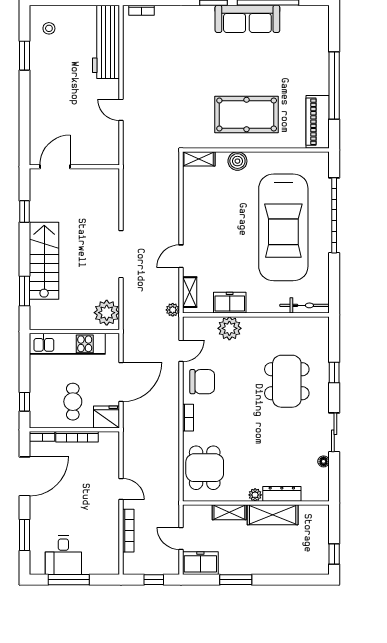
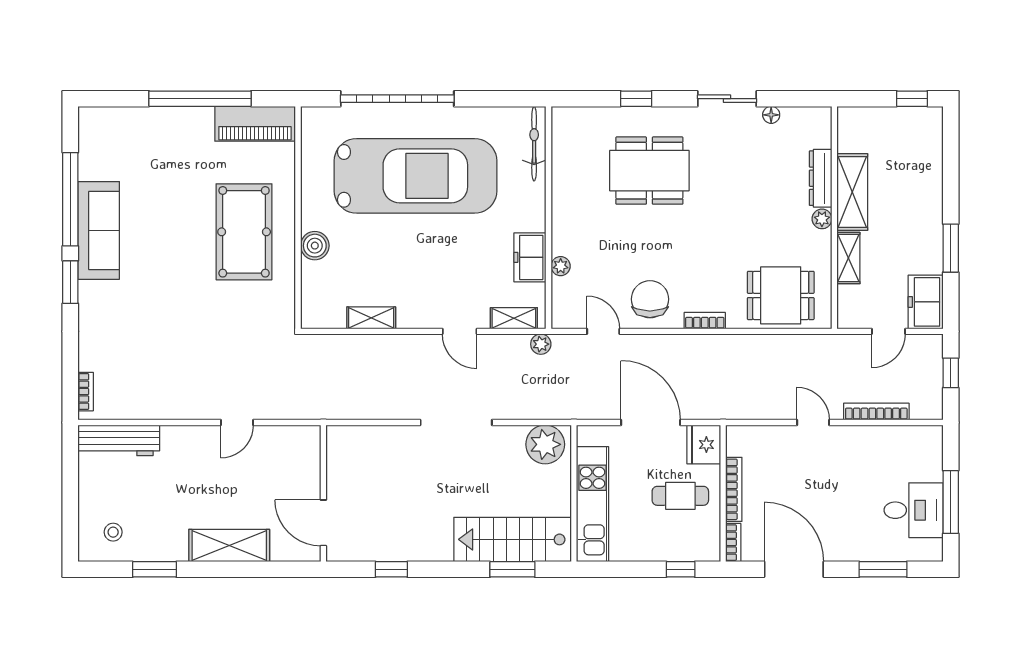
workbench: (106, 42) -> (119, 440), width x0.73, depth x0.76
shelving: (40, 105) -> (229, 546), added
shelving: (199, 159) -> (371, 318), moved, turned 90
stairs: (44, 261) -> (513, 539), moved
plant: (229, 328) -> (561, 266), width x0.53, depth x0.53
door: (121, 489) -> (813, 423), hinge flipped

